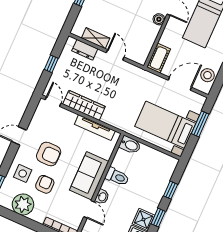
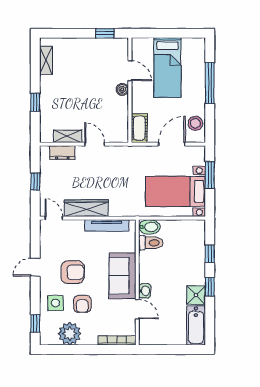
toilet: (117, 177) -> (151, 243), moved
armchair: (45, 184) -> (82, 304), turned 180

